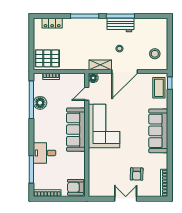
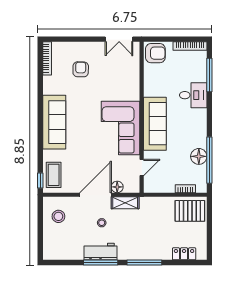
floor lamp: (93, 78) -> (117, 187), moved
double door: (126, 199) -> (119, 39), moved

